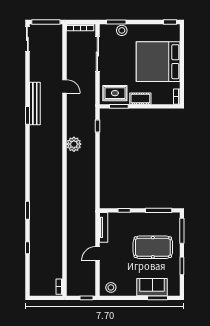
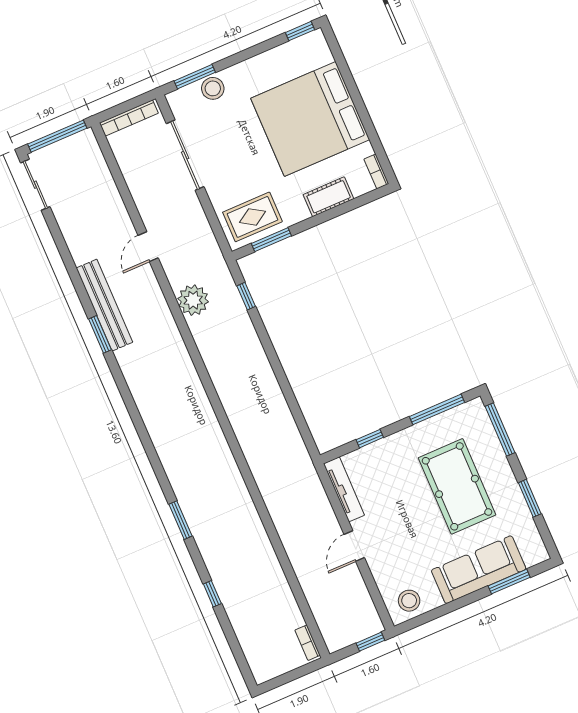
door: (65, 86) -> (148, 247), swing flipped
cot: (140, 99) -> (329, 197), moved
plant: (74, 144) -> (193, 300), moved
pool table: (153, 247) -> (457, 486), turned 90
sofa: (152, 287) -> (479, 570), width x1.36

